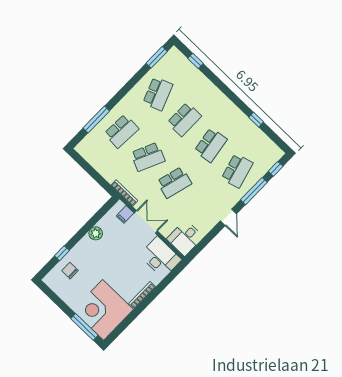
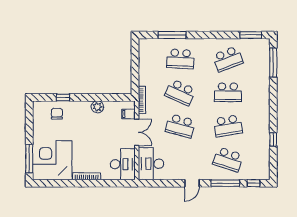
window: (196, 61) -> (273, 63), width x2.17
school desk: (237, 171) -> (228, 159), turned 33
desk: (185, 238) -> (151, 164), width x1.37

